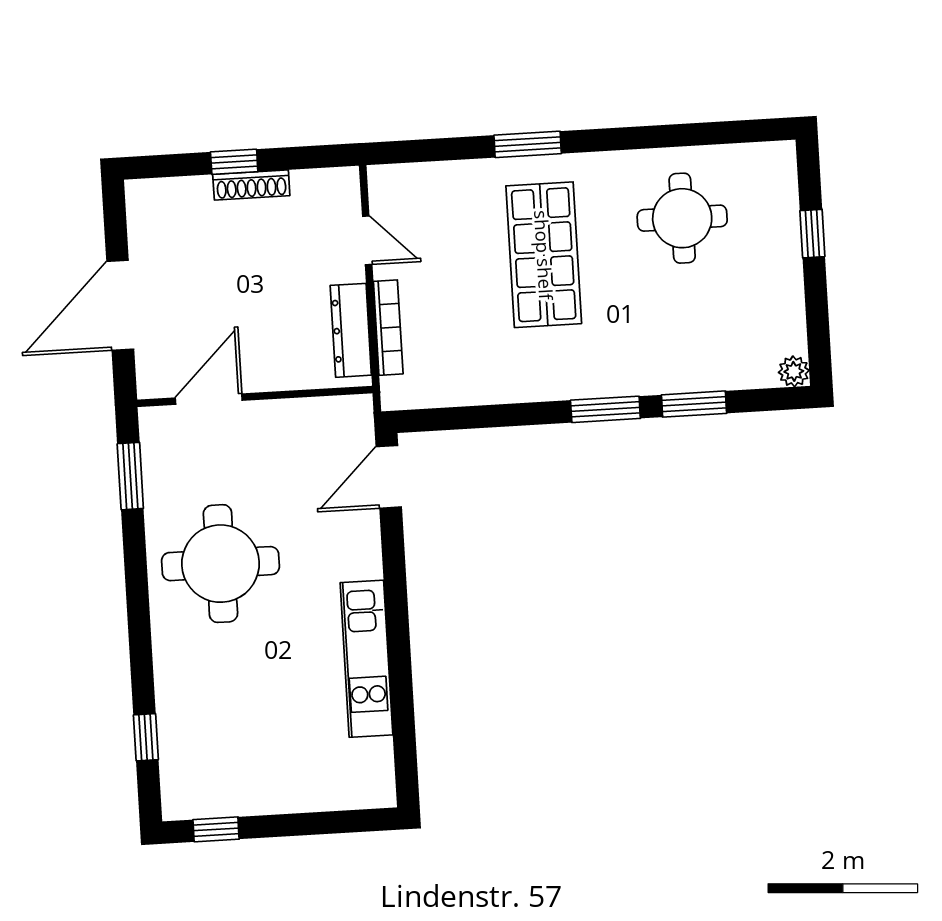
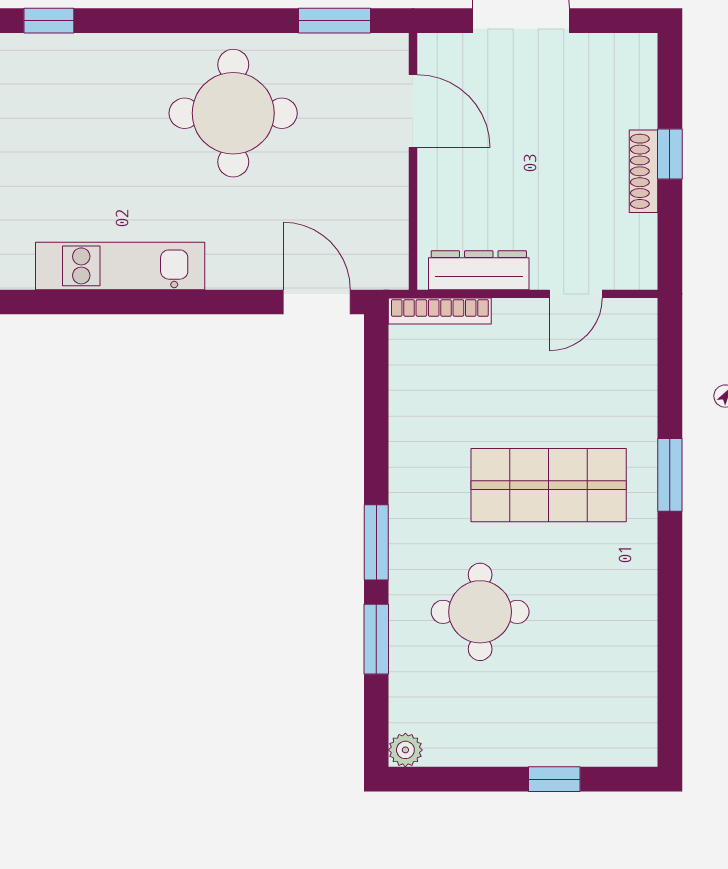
round table: (682, 218) -> (480, 612), moved
bookcase: (388, 328) -> (440, 311), moved

